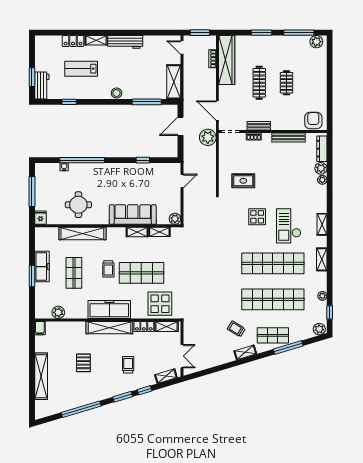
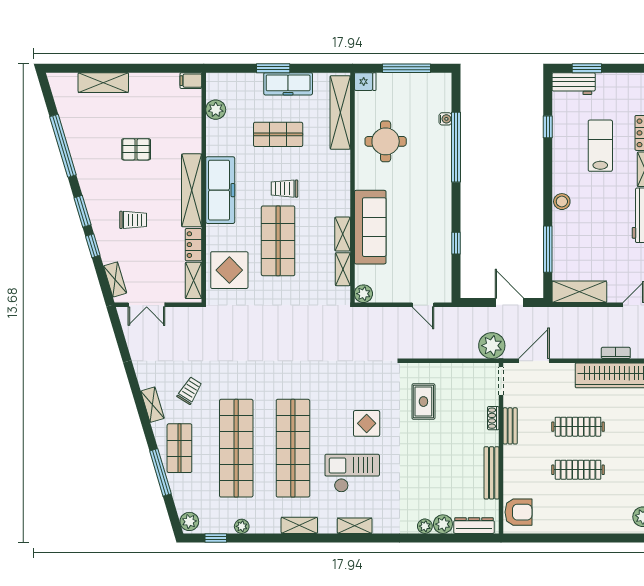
clothes rail: (286, 83) -> (578, 470), width x1.36
shelving: (82, 233) -> (340, 112), moved
shelving: (41, 376) -> (103, 83), width x0.68

